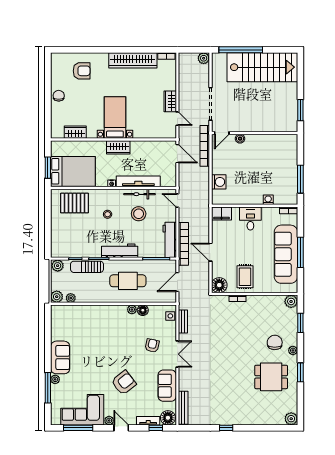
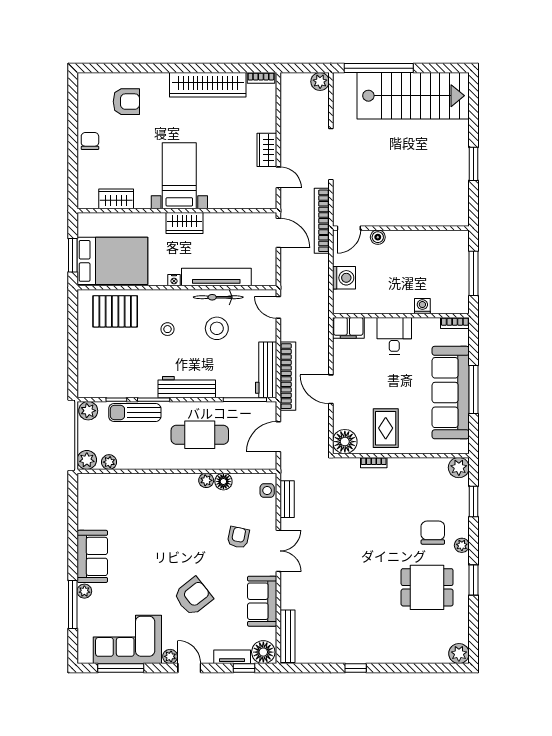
door: (222, 133) -> (349, 228), moved
wall: (255, 133) -> (401, 228), moved
boiler: (240, 139) -> (378, 237), moved

